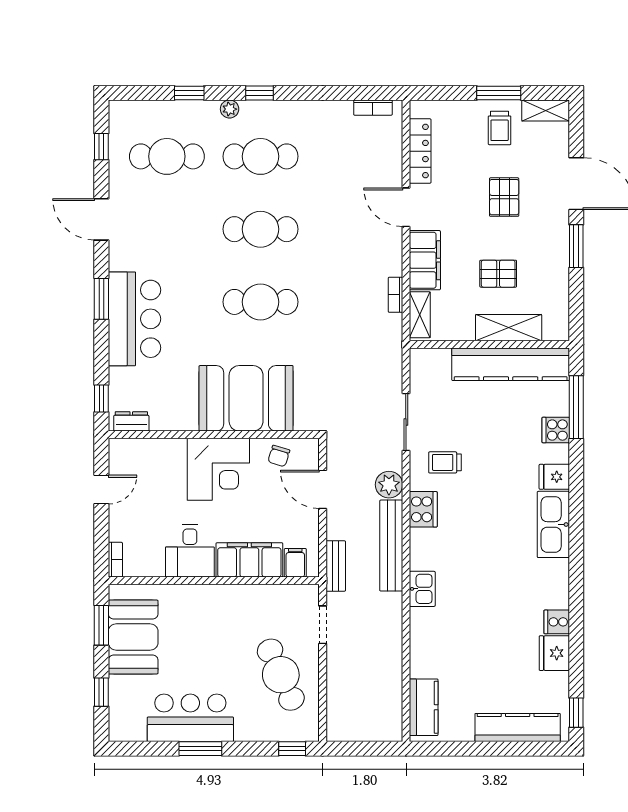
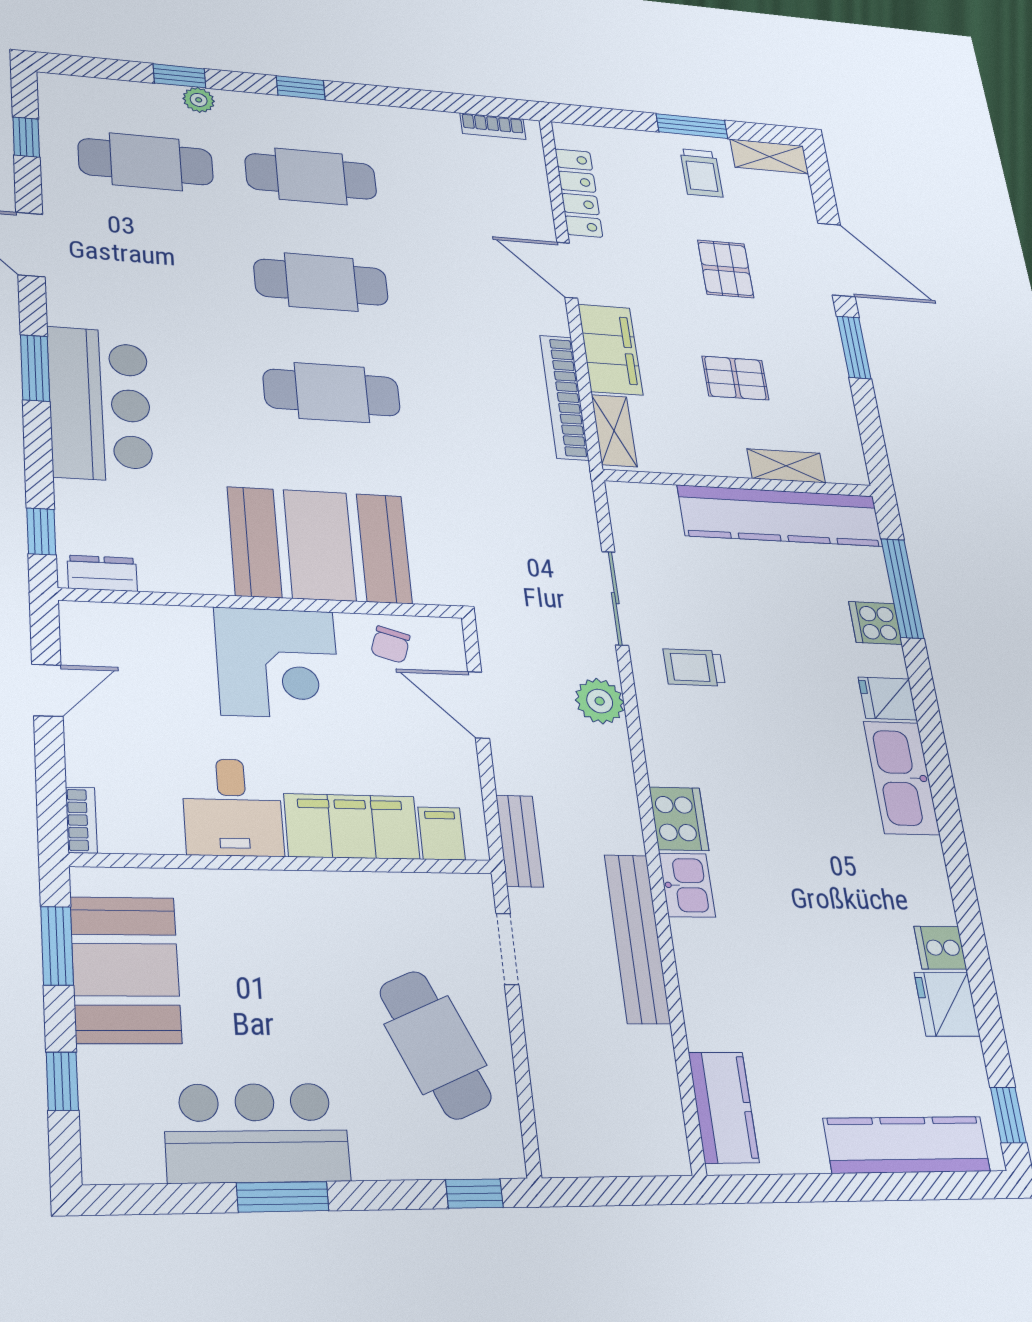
plant: (230, 109) -> (199, 100), moved
bookcase: (395, 295) -> (564, 397), width x2.31, depth x1.31
shelving: (509, 328) -> (786, 466), width x0.67, depth x0.75
cooker: (423, 509) -> (679, 819), moved
bench: (391, 546) -> (637, 938), moved

